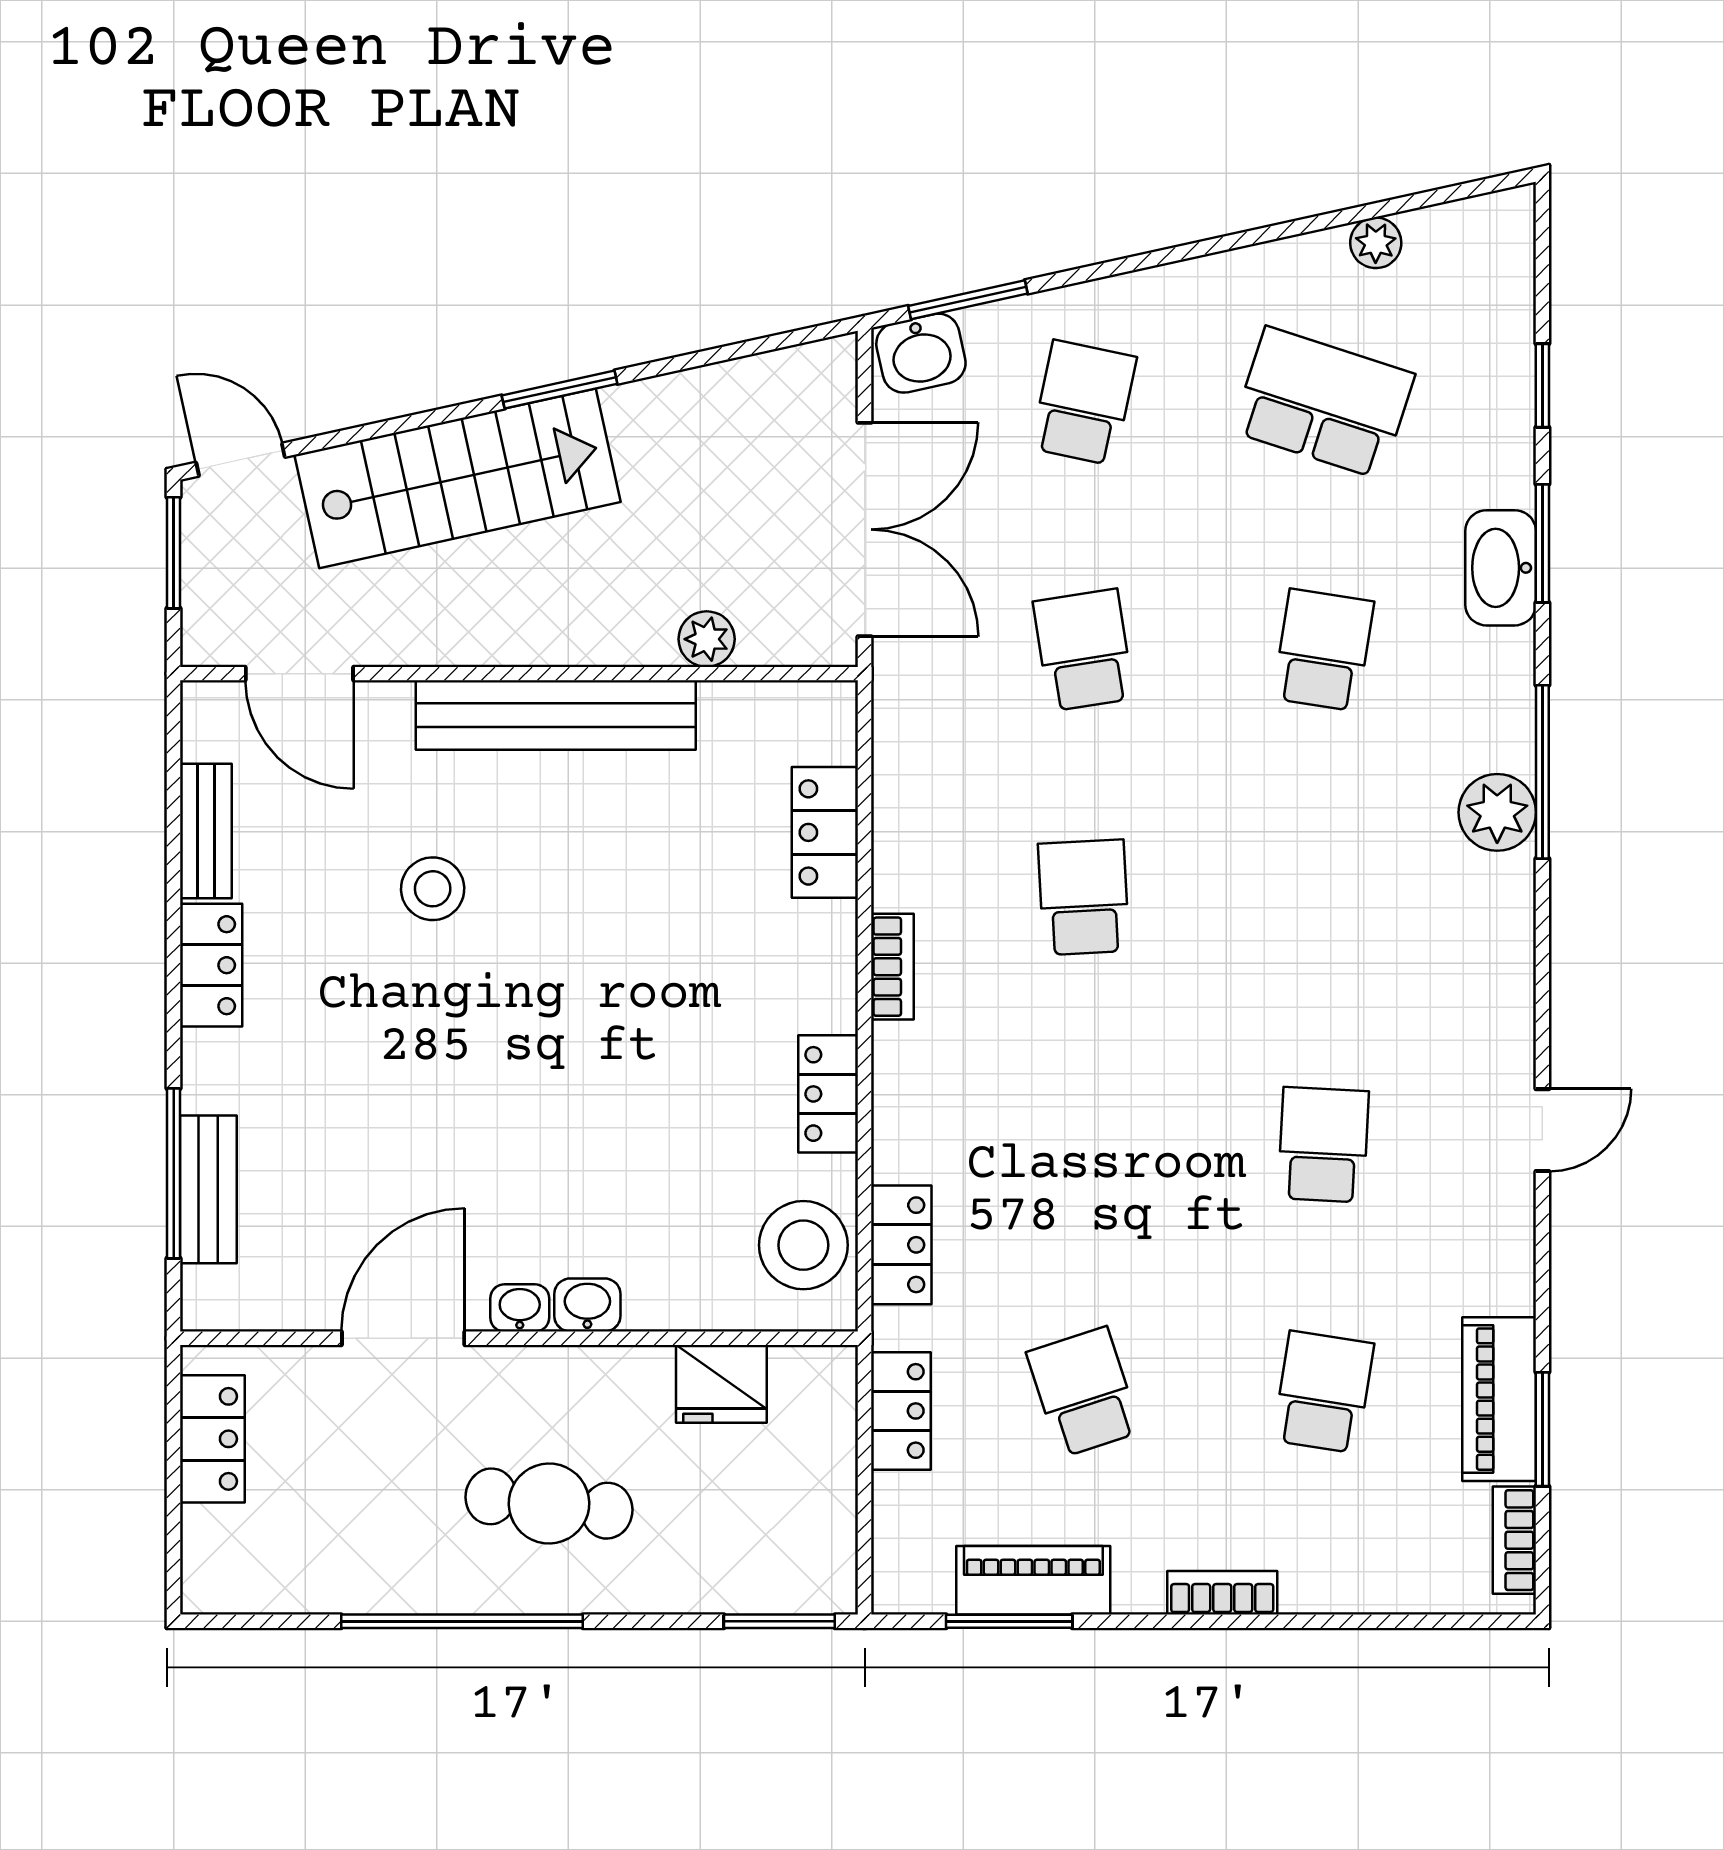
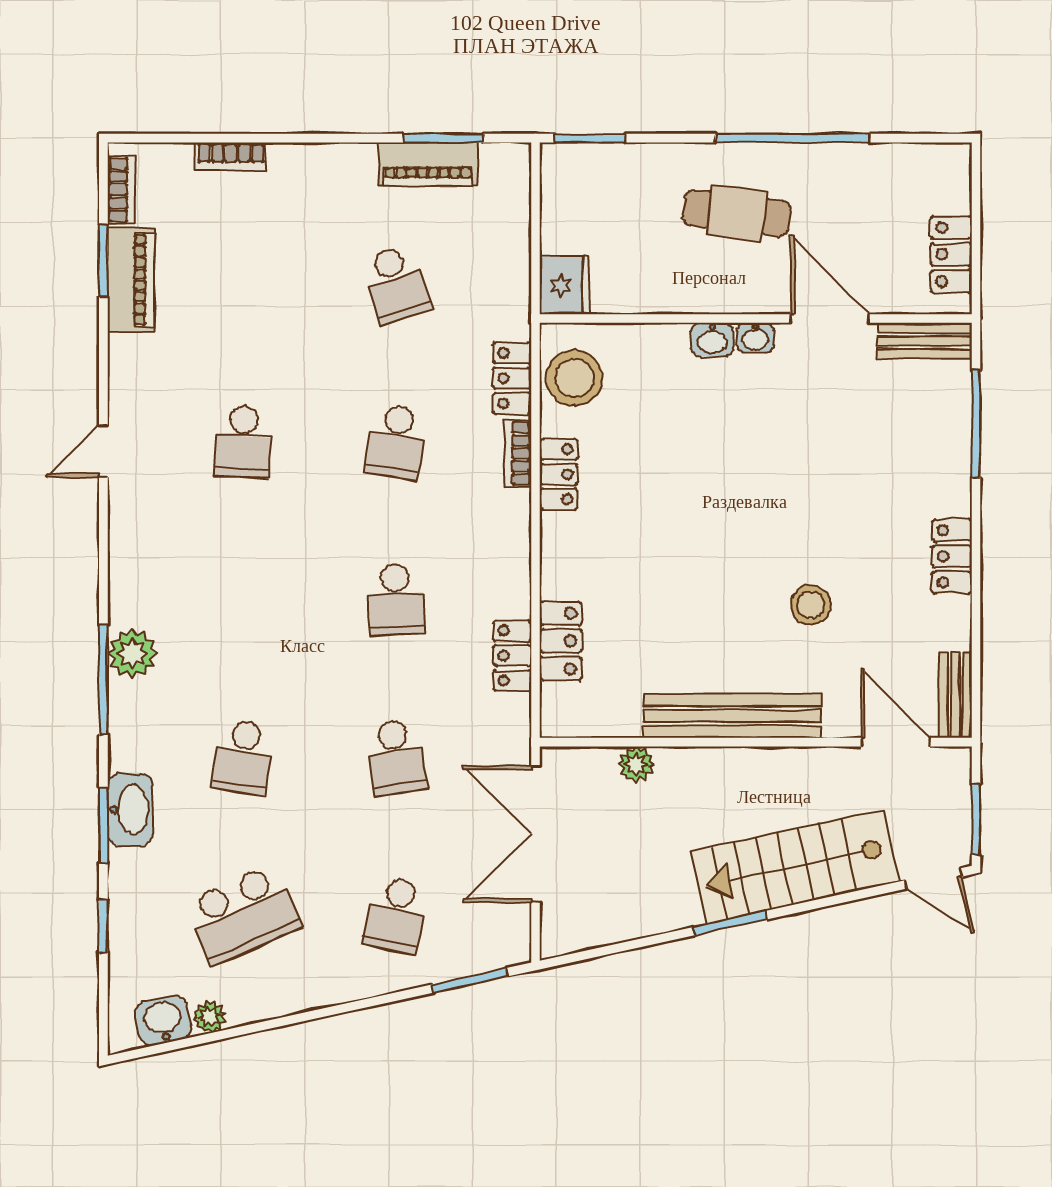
washbasin: (921, 353) -> (163, 1020), moved
school desk: (1323, 403) -> (243, 915), turned -42
bench: (206, 831) -> (955, 695), moved
bookcase: (892, 967) -> (518, 453), moved
bench: (208, 1189) -> (925, 341), moved, turned 90
door: (403, 1338) -> (830, 318), swing flipped
fridge: (721, 1384) -> (565, 285), moved, turned 90
school desk: (1323, 1392) -> (396, 442), moved
locker: (901, 1411) -> (512, 656), moved
bookcase: (1222, 1593) -> (231, 156), moved

